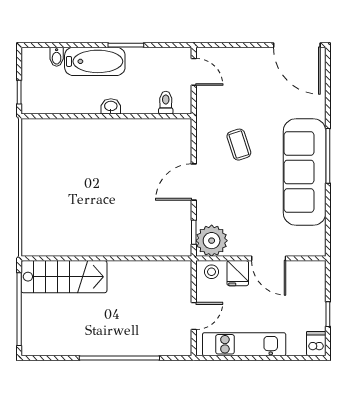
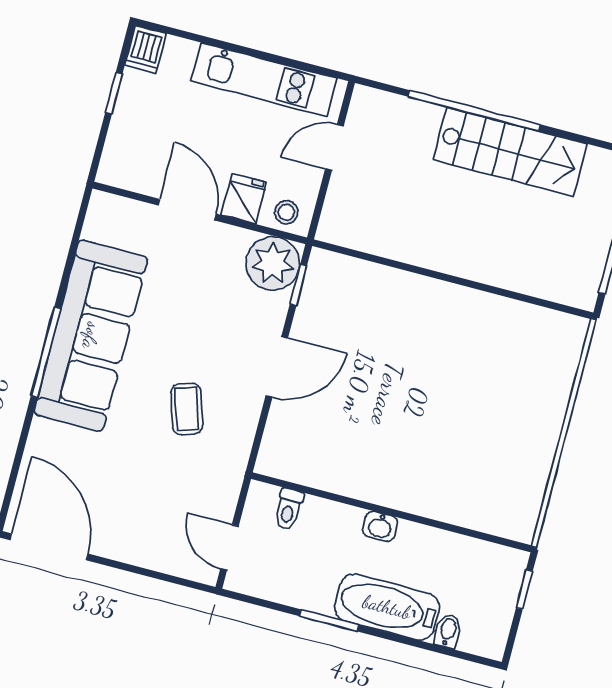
stairs: (64, 277) -> (510, 152), moved, turned 180

